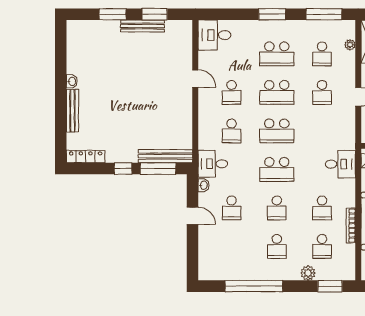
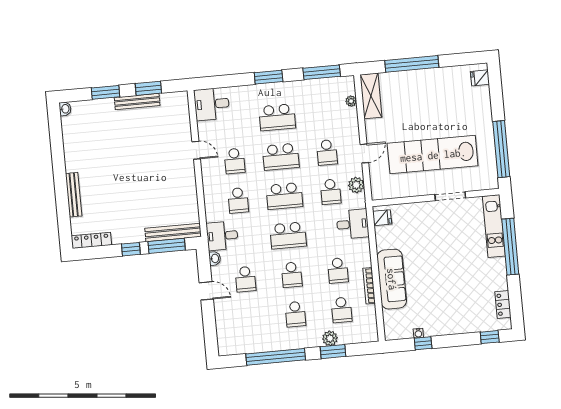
school desk: (322, 54) -> (331, 192), moved
washbasin: (72, 81) -> (65, 109), moved
plant: (347, 127) -> (356, 185), added
window: (330, 286) -> (333, 352), moved

